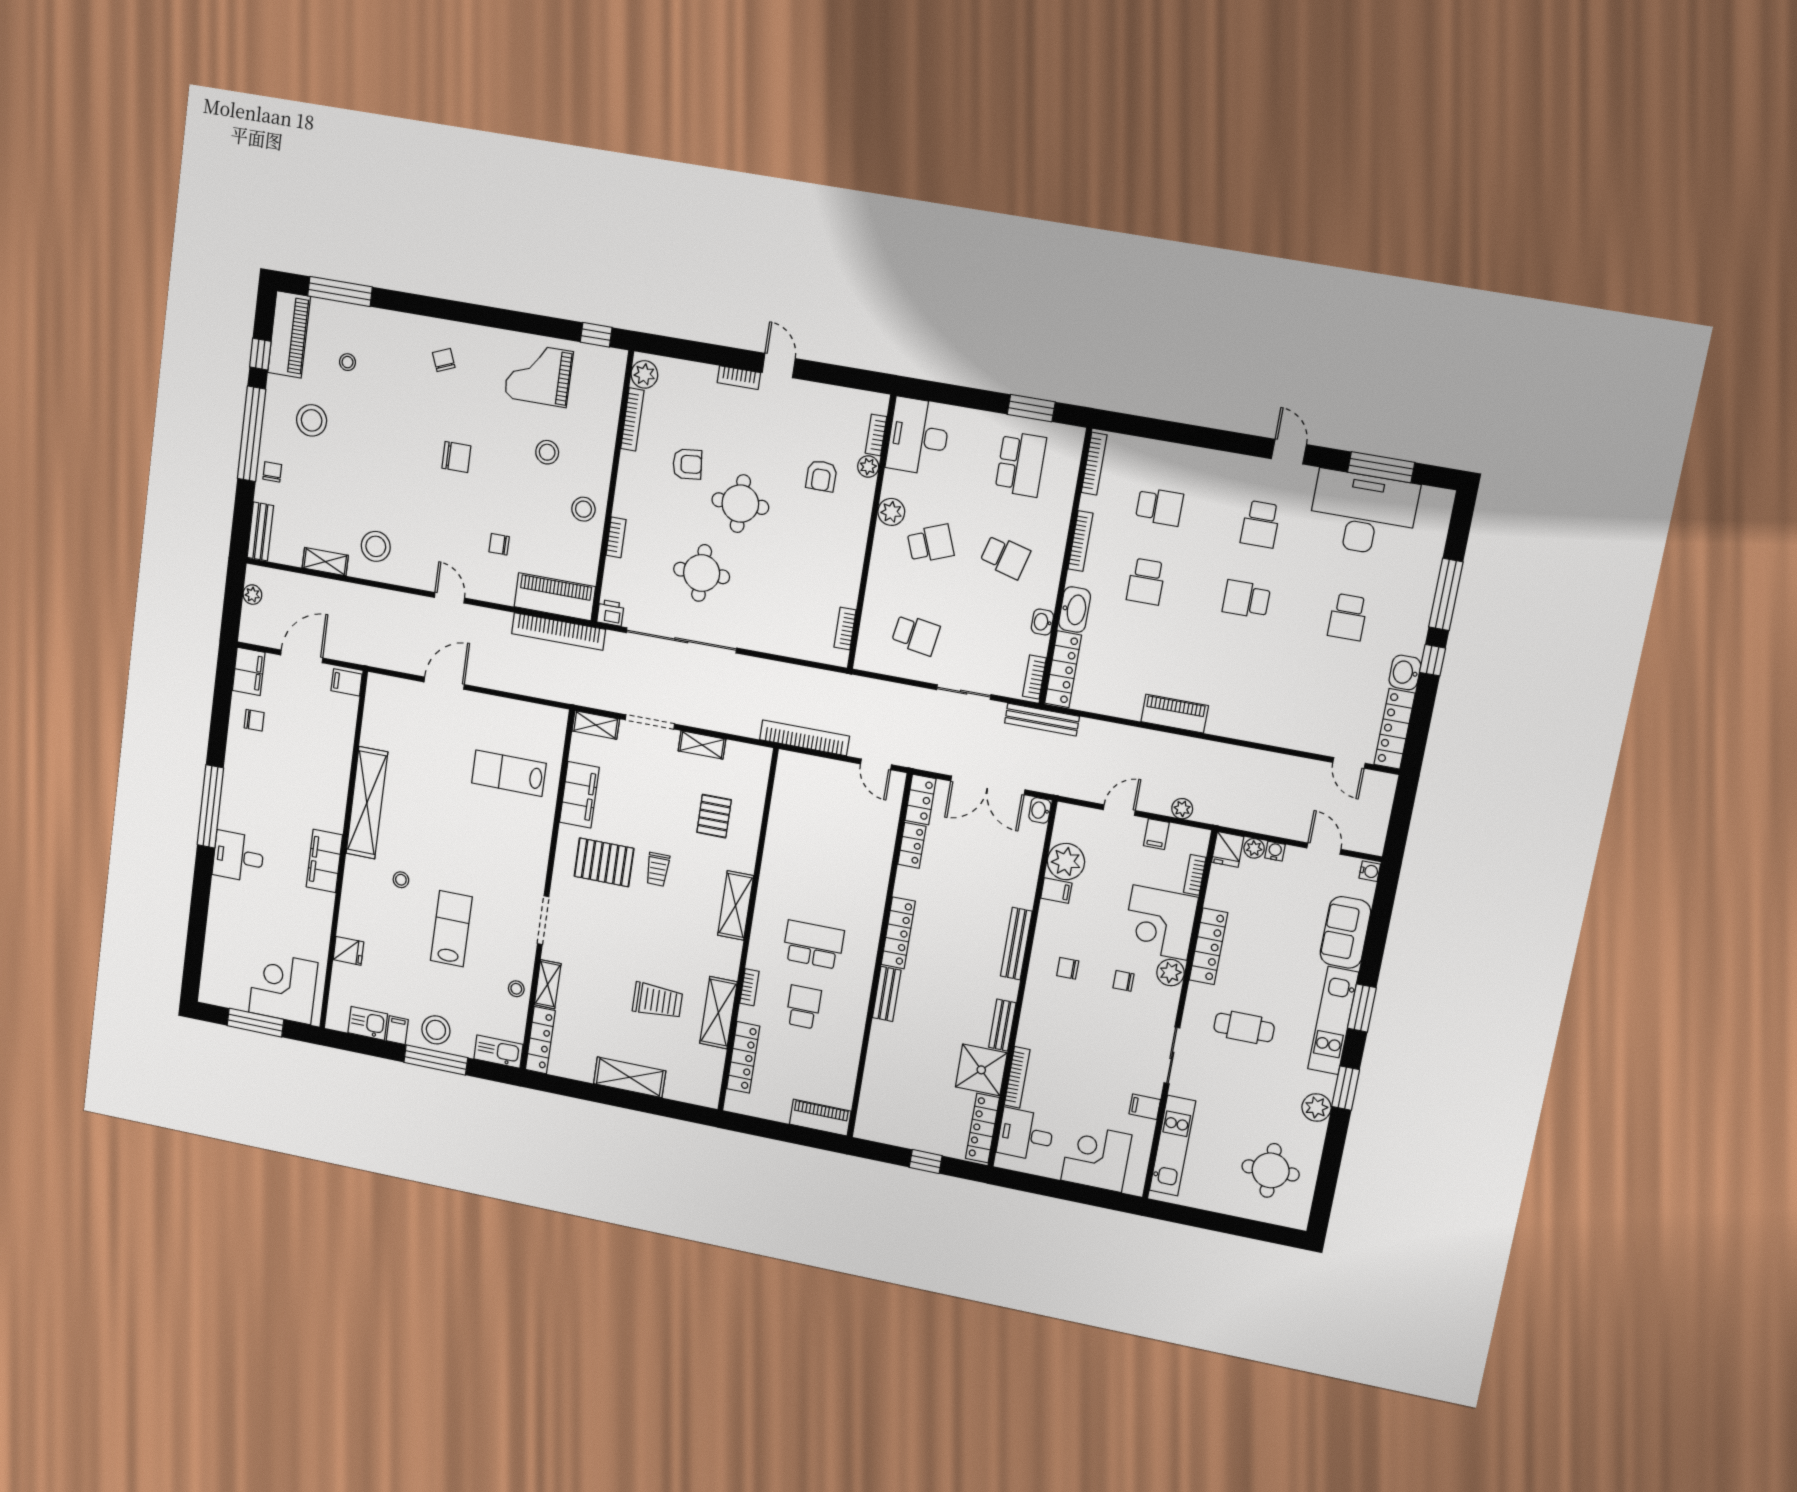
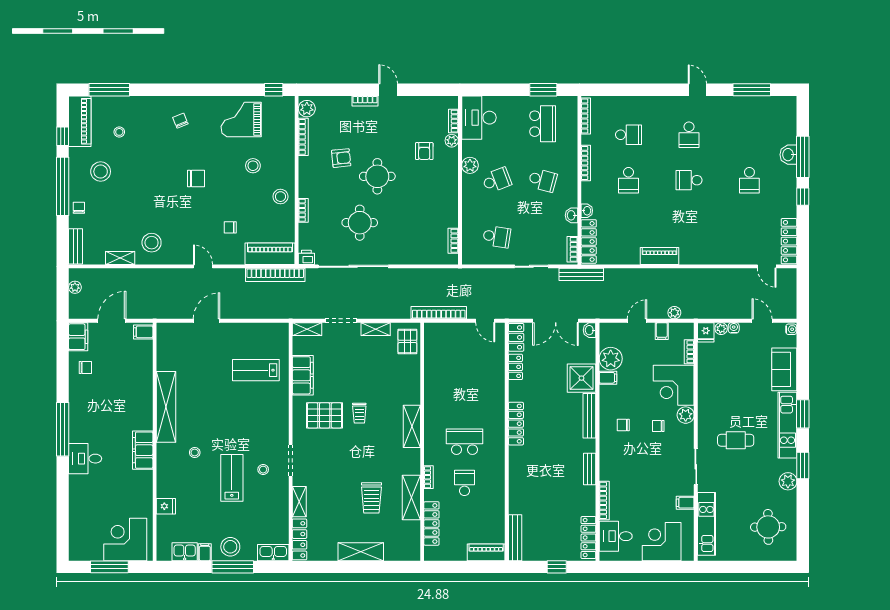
desk: (1363, 513) -> (747, 118), removed
washbasin: (1075, 610) -> (587, 211), width x0.52, depth x0.69
washbasin: (1405, 672) -> (788, 155), moved
pallet: (714, 816) -> (407, 341), moved
locker: (1208, 946) -> (705, 394), removed
stool: (516, 989) -> (263, 470), moved
bench: (887, 994) -> (515, 538), moved, width x1.36
trolley: (657, 1001) -> (371, 498), turned 90
shower: (981, 1070) -> (581, 378), moved

